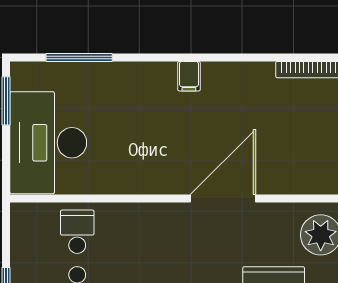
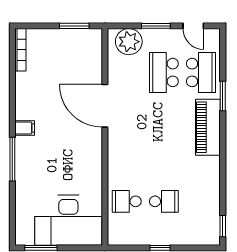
window: (79, 57) -> (12, 159), moved

